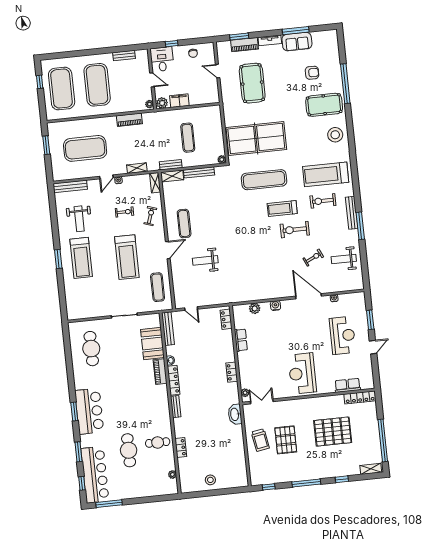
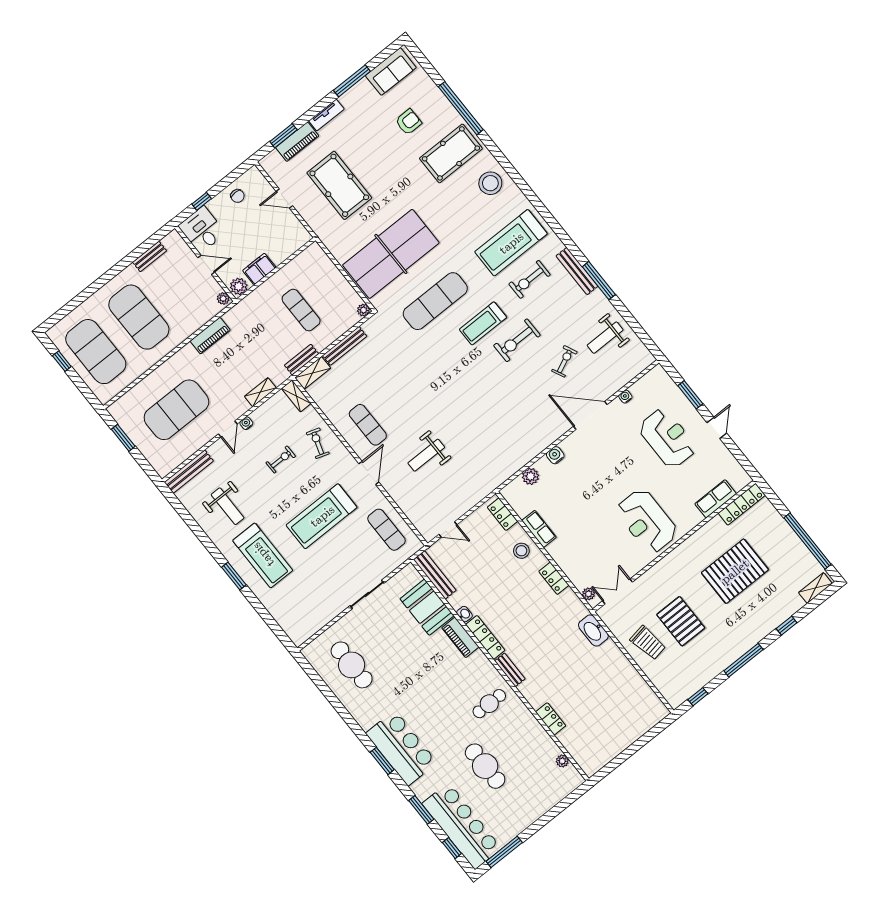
sofa: (297, 42) -> (391, 72), moved
treadmill: (127, 257) -> (322, 516), turned 90
cafe table: (158, 443) -> (489, 704), moved
stool: (210, 480) -> (521, 551), moved

